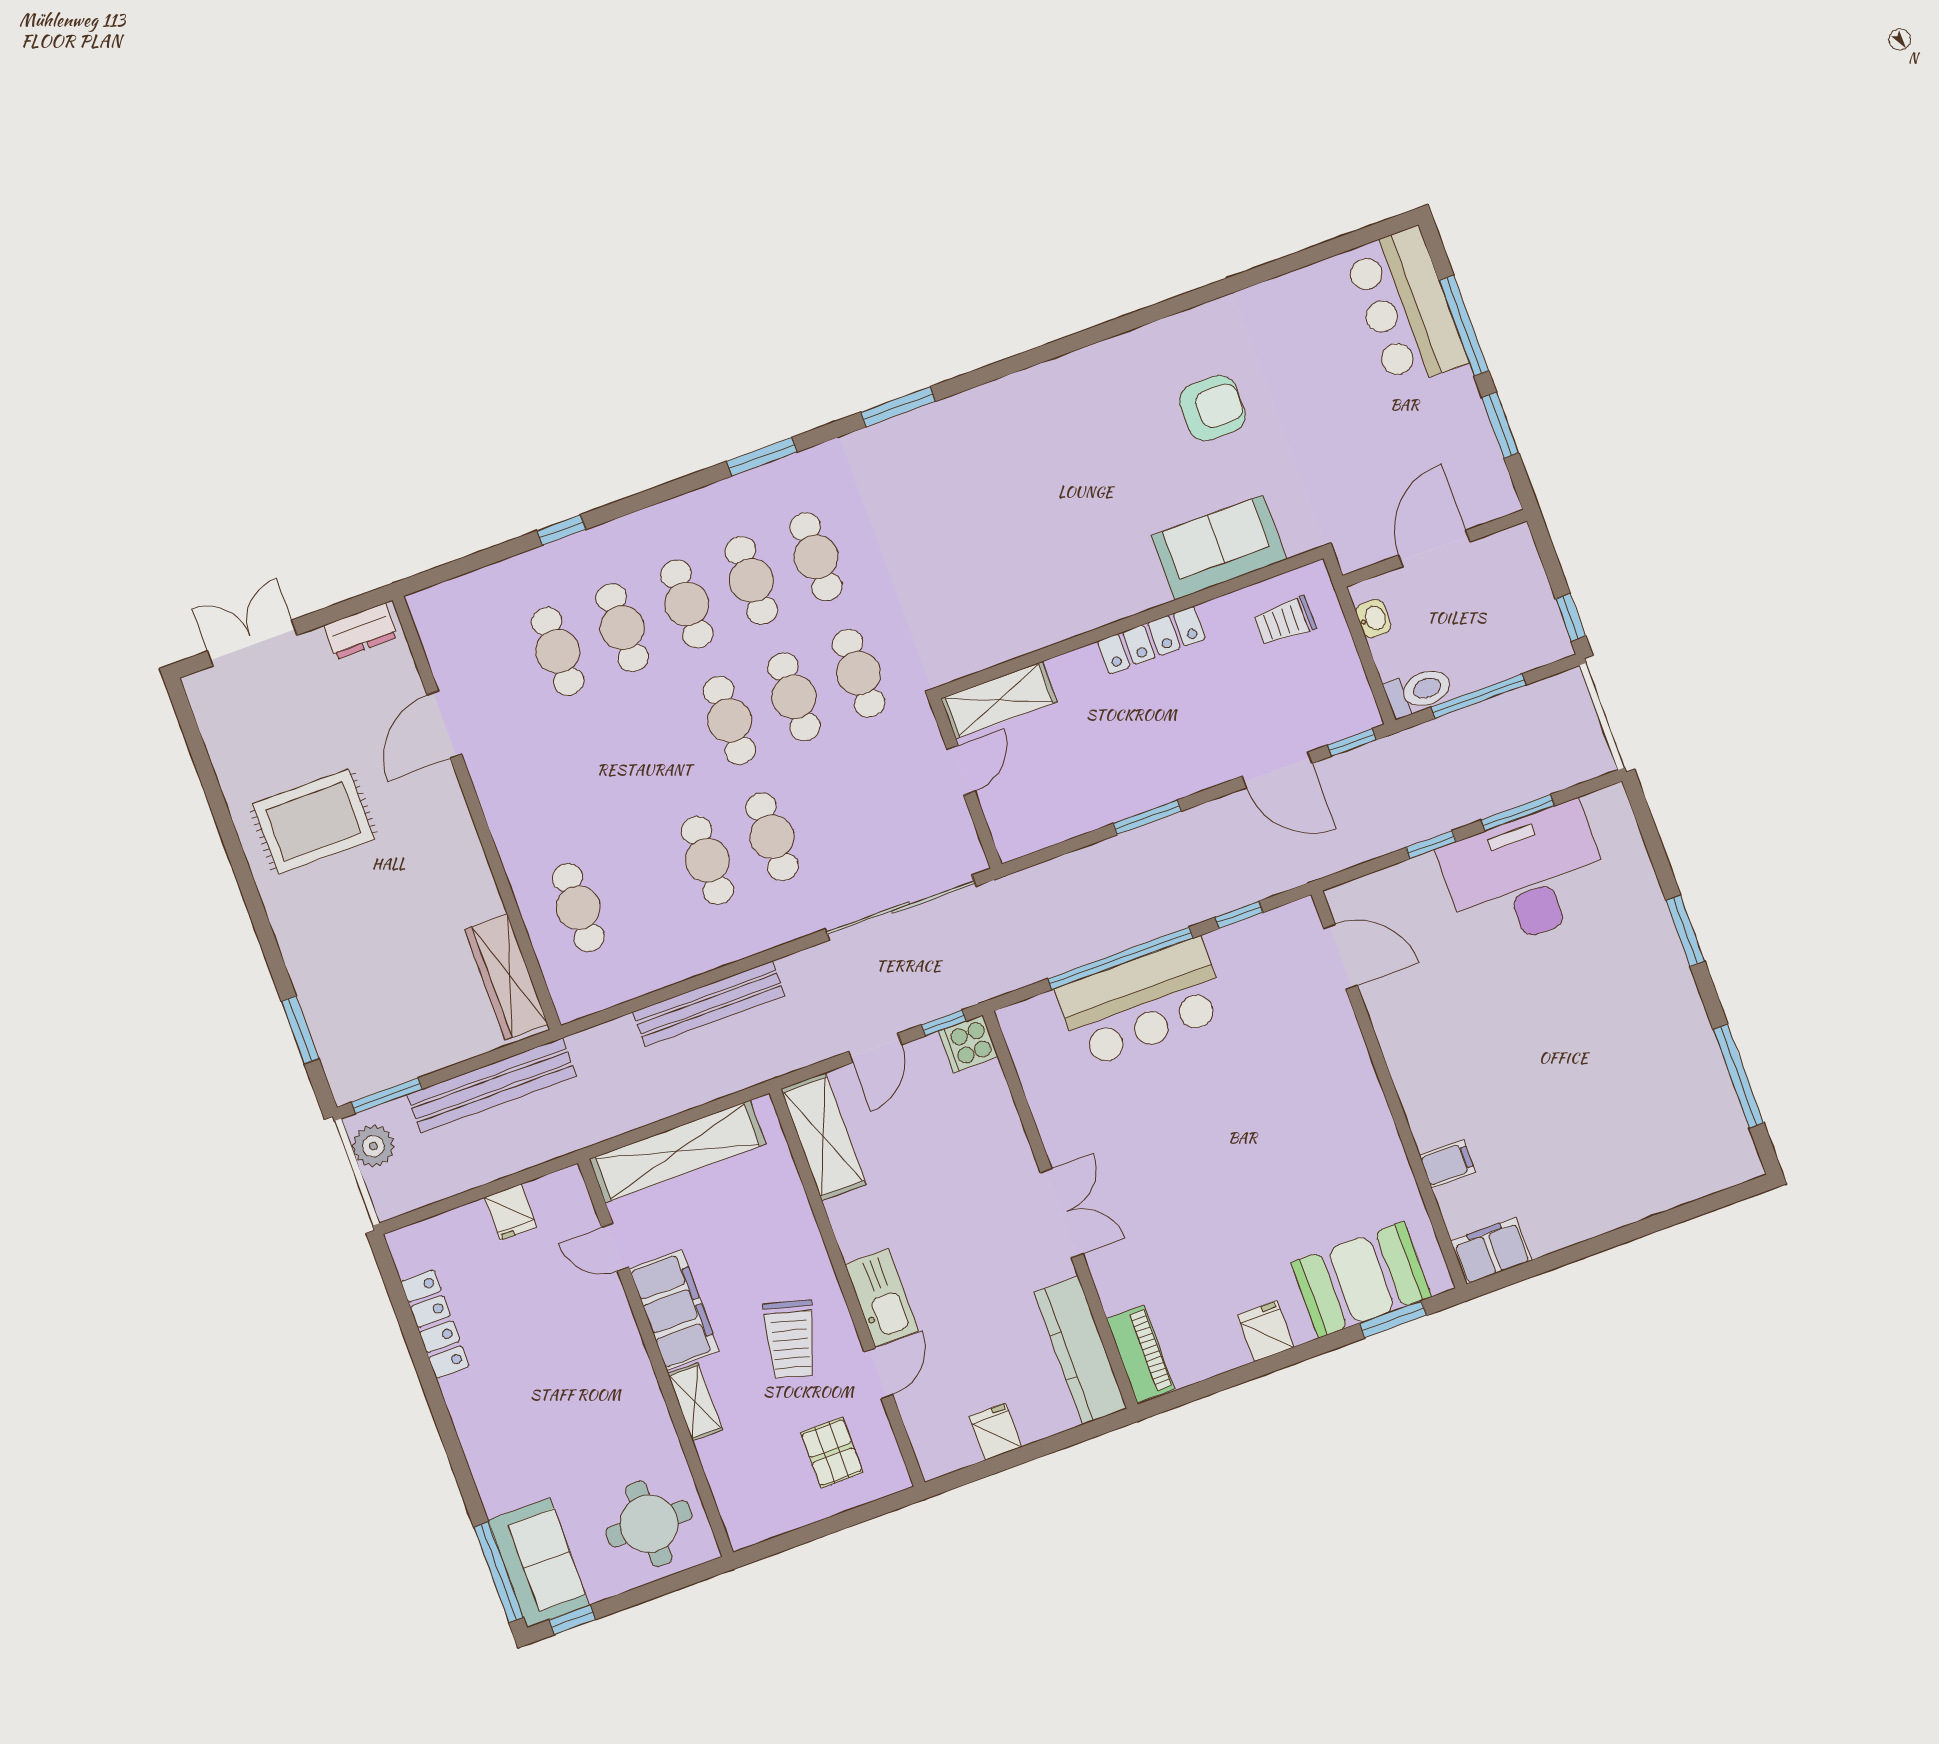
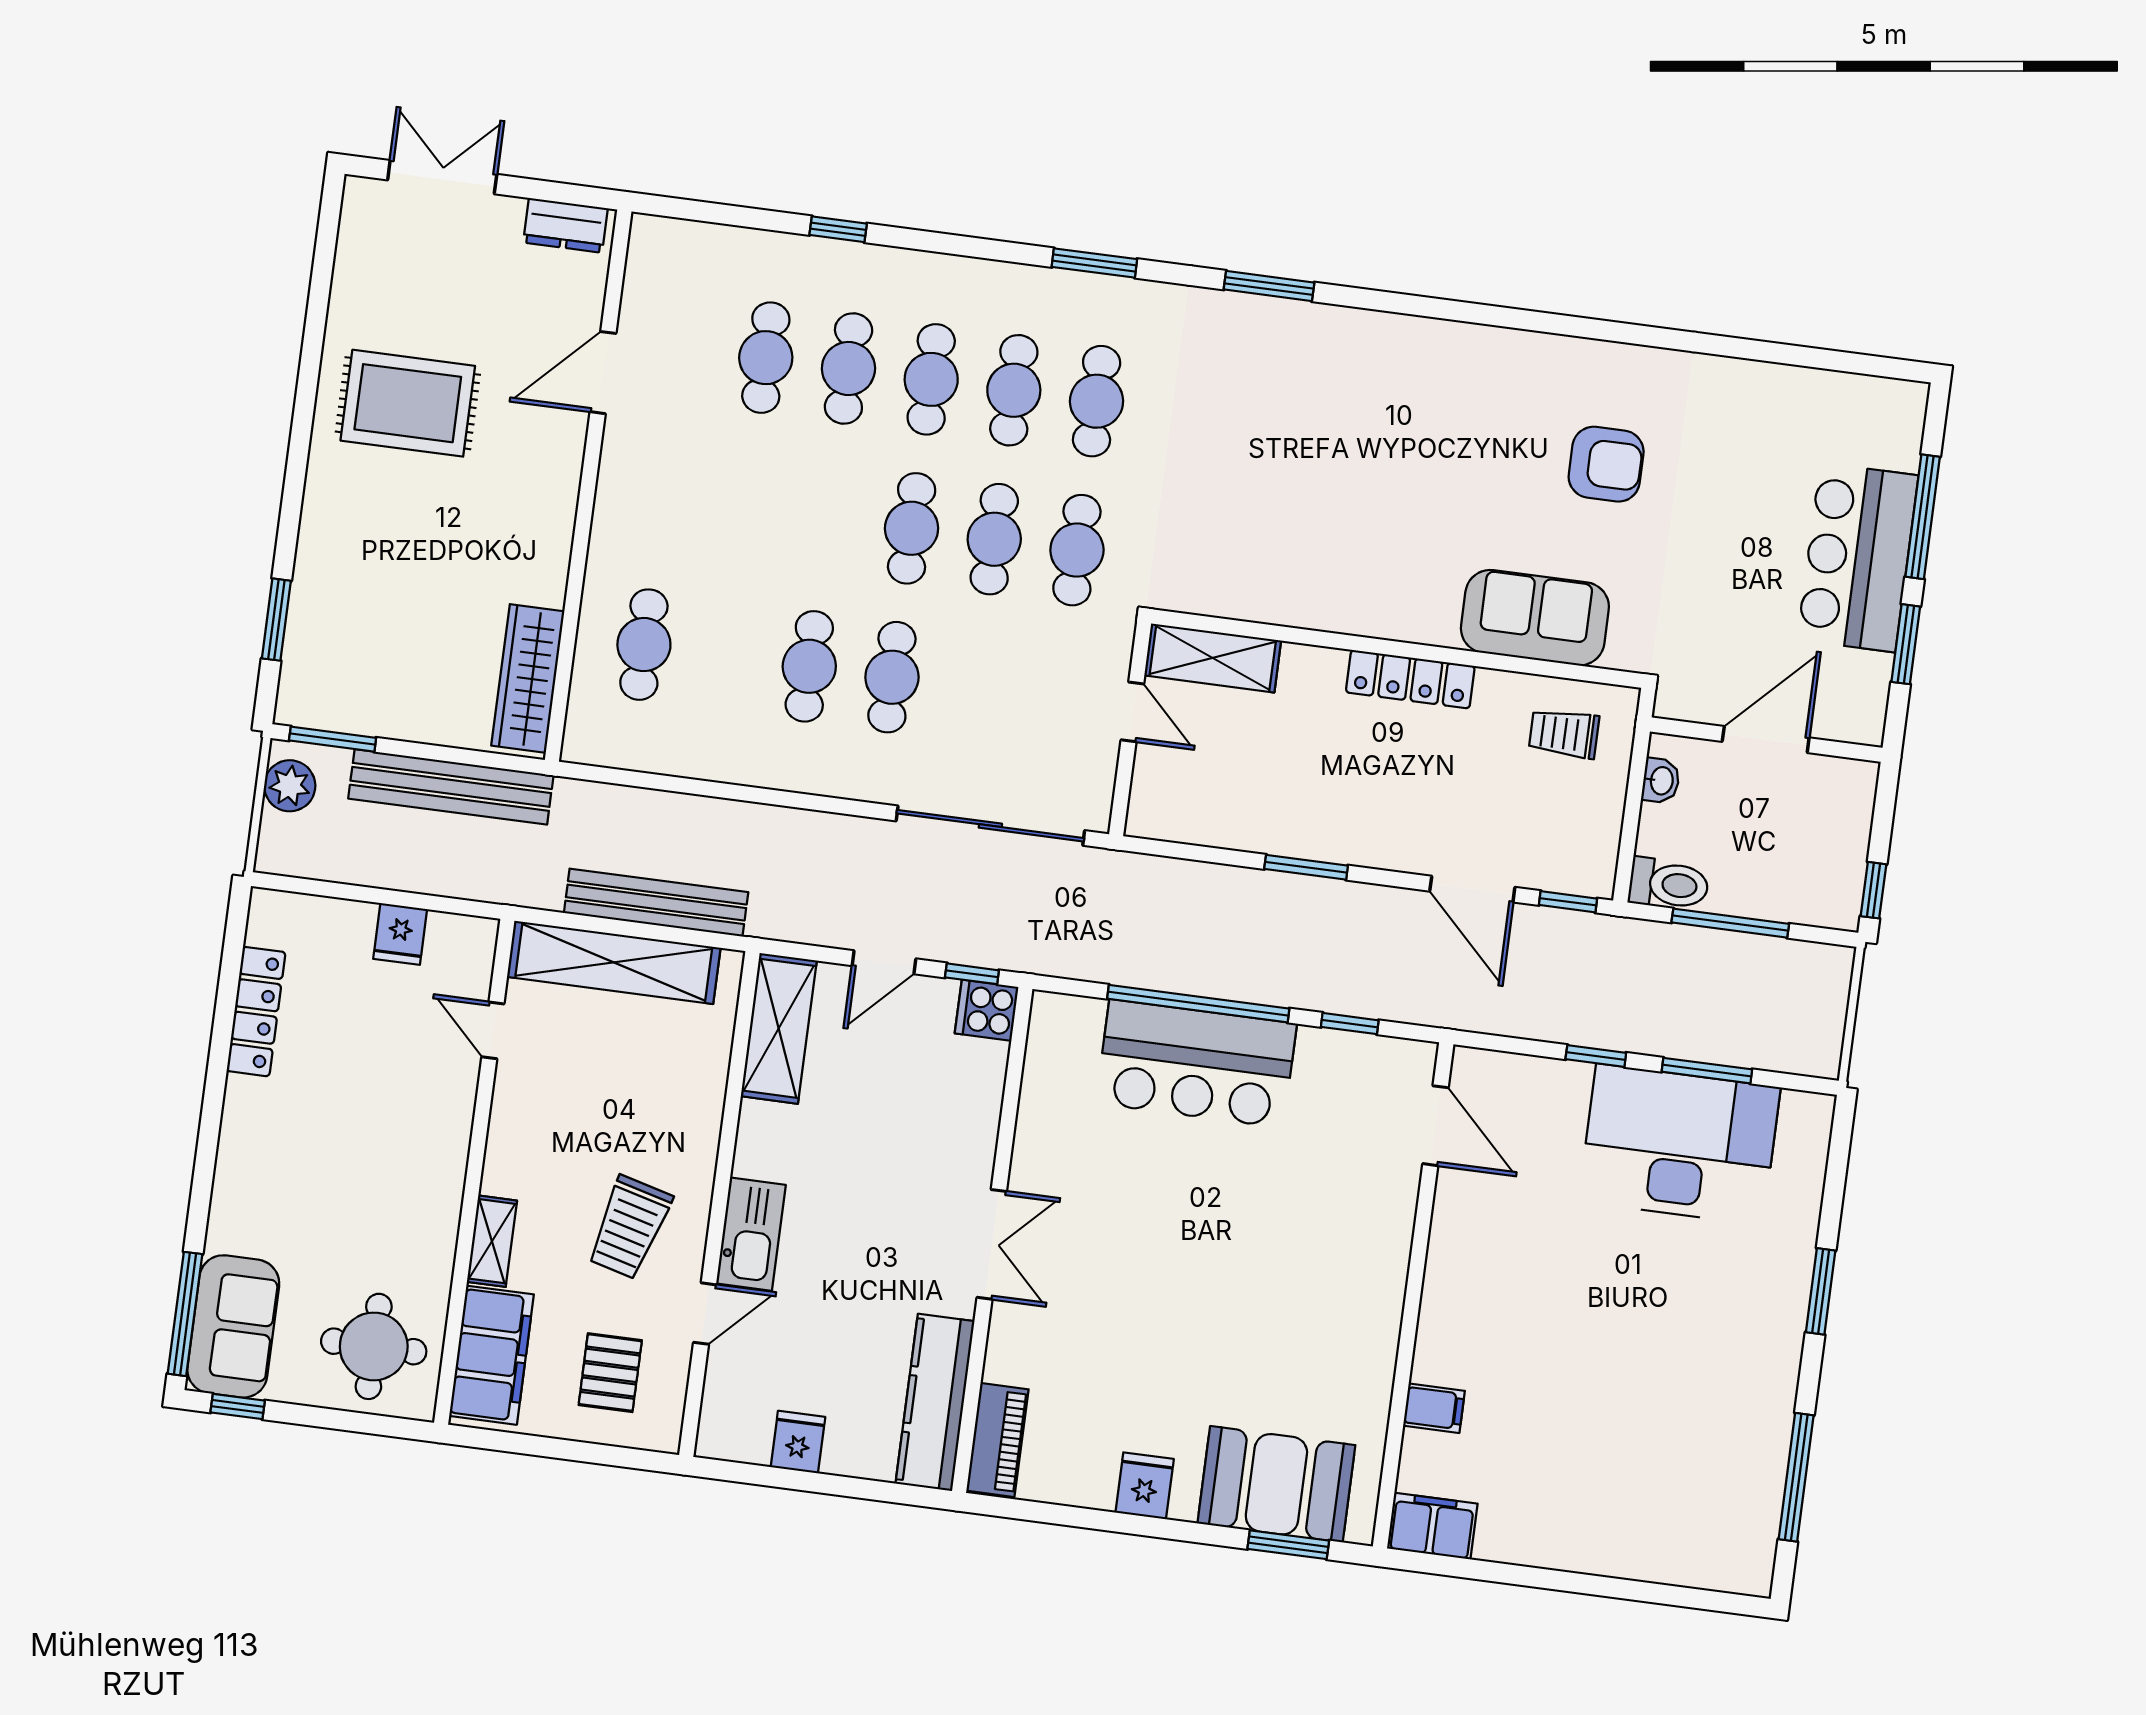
bar counter: (1406, 308) -> (1858, 558), moved
door: (961, 770) -> (1132, 712), hinge flipped
bench: (709, 1004) -> (656, 903), moved
filing cabinet: (674, 1310) -> (492, 1355), moved

